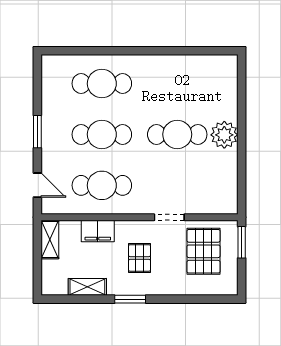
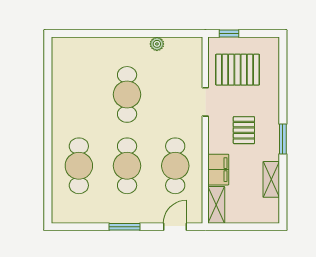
plant: (224, 135) -> (157, 44), moved, width x0.53, depth x0.53
shelving: (50, 239) -> (216, 205), moved, turned 90
window: (242, 242) -> (229, 34), width x0.67
pallet: (140, 258) -> (244, 130), turned 90

